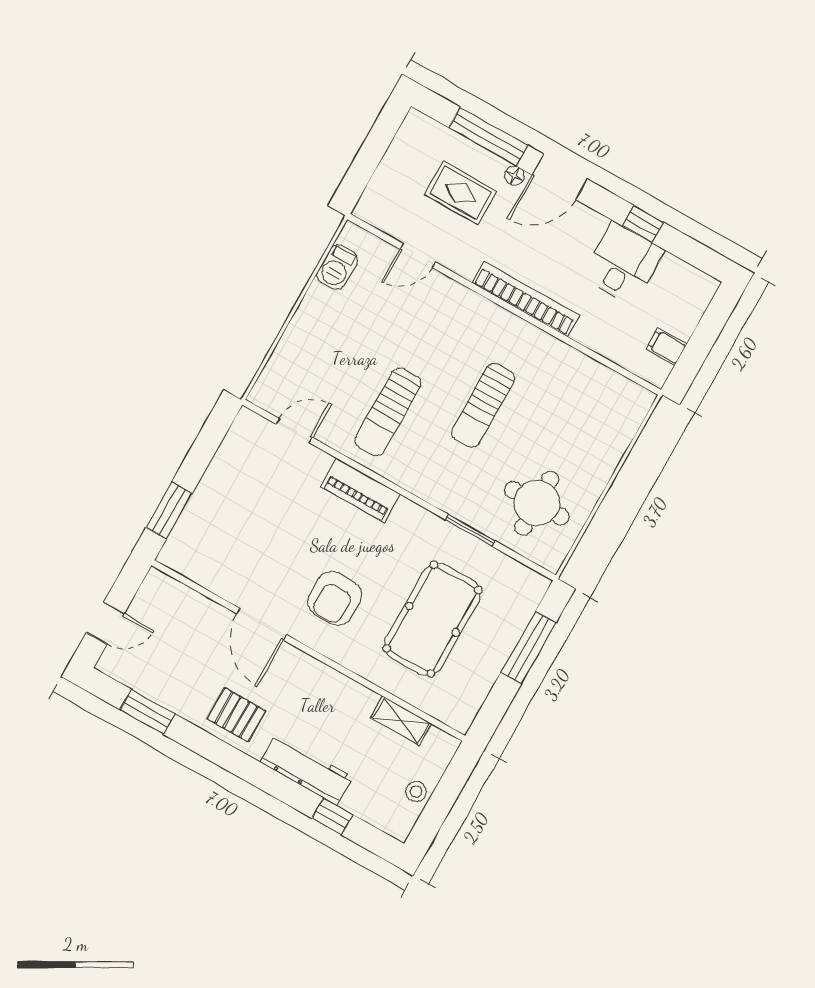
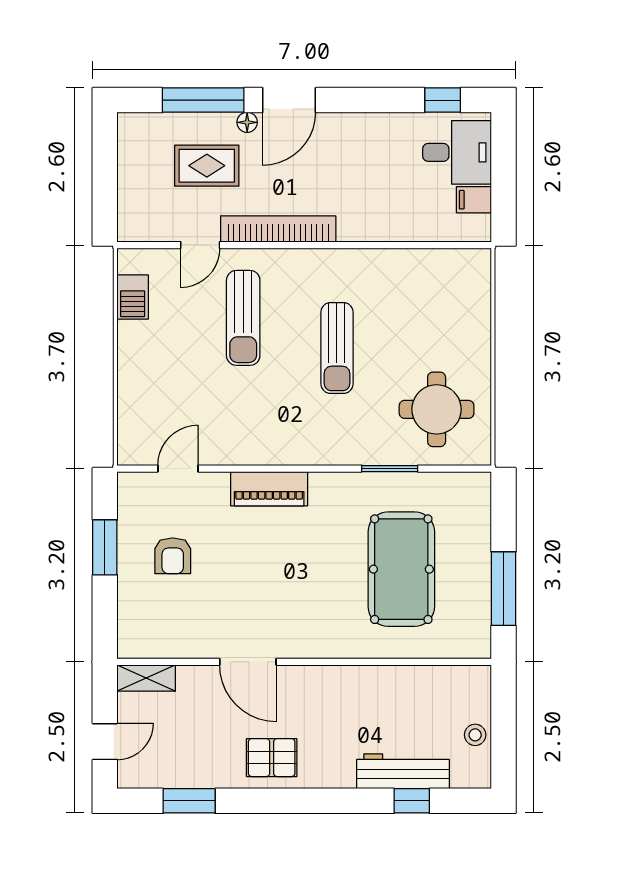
window: (643, 224) -> (443, 100), moved
desk: (623, 264) -> (457, 152), moved, turned 90
bookcase: (526, 299) -> (278, 229), moved
sun lounger: (388, 412) -> (243, 318), moved
window: (169, 511) -> (105, 547), moved
armchair: (335, 598) -> (173, 556), moved, width x0.72, depth x0.72
window: (528, 648) -> (503, 589), moved
shelving: (401, 721) -> (146, 678), moved
workbench: (307, 769) -> (403, 771), moved

